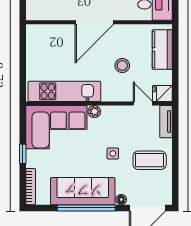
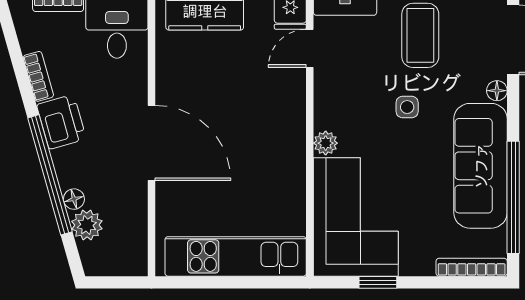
stool: (122, 66) -> (236, 89), removed
kitchen unit: (64, 91) -> (236, 256), moved, turned 90
window: (23, 154) -> (378, 282), moved
window: (86, 208) -> (513, 197), moved

